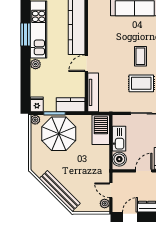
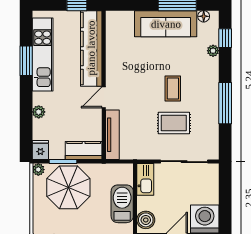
plant: (35, 64) -> (39, 112), moved
barbecue: (101, 130) -> (122, 204), moved
kitchen sink: (119, 139) -> (145, 179), moved

